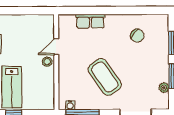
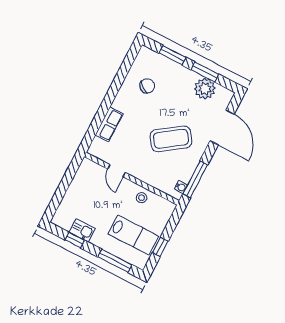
stool: (47, 62) -> (142, 198), moved
plant: (164, 88) -> (205, 89), width x1.87, depth x1.87

